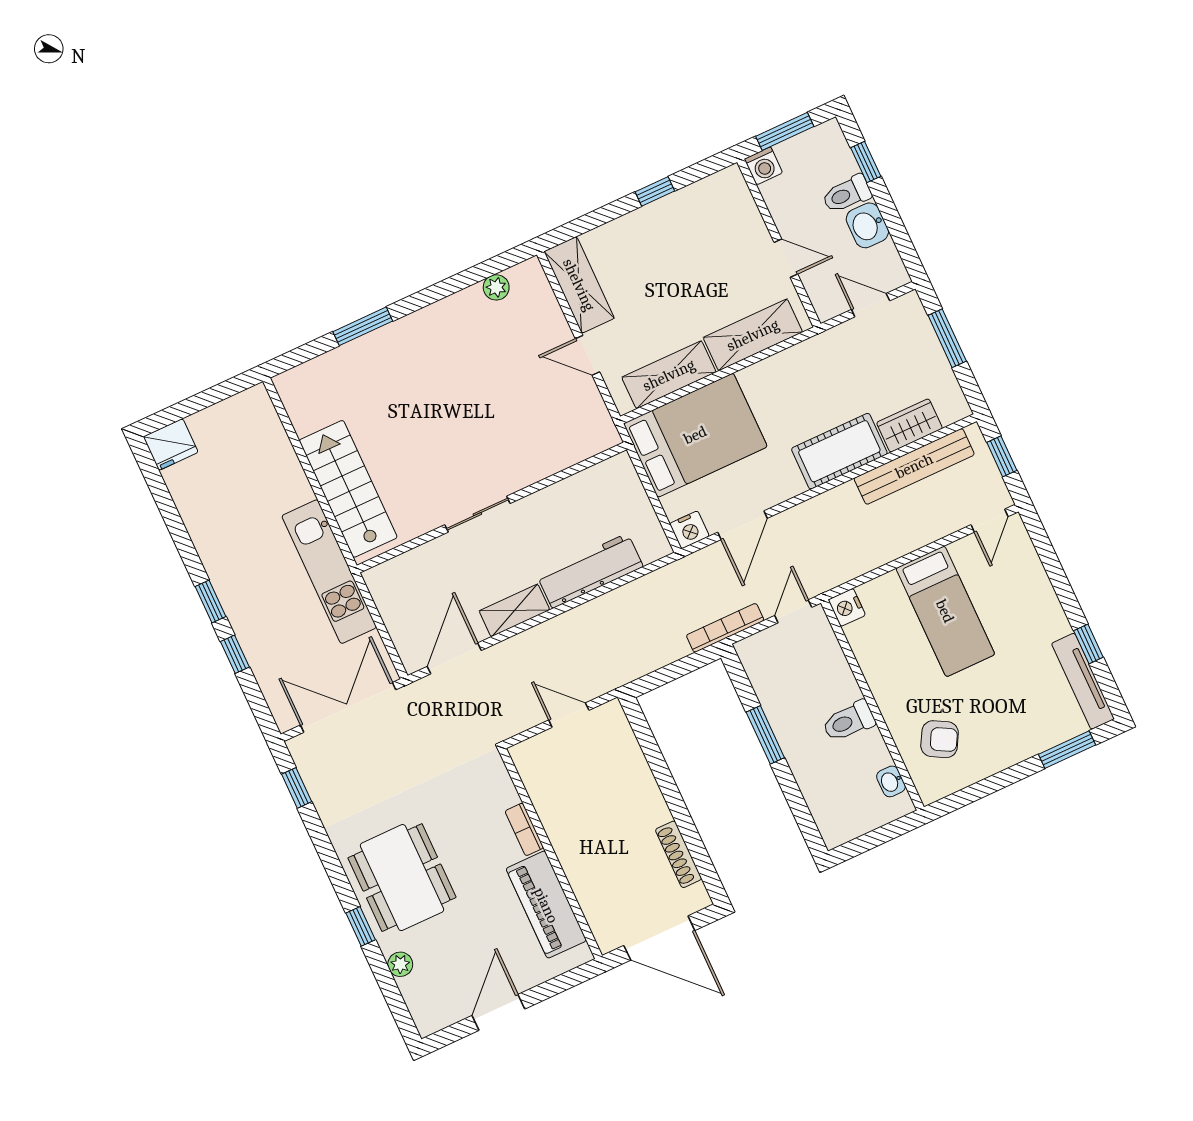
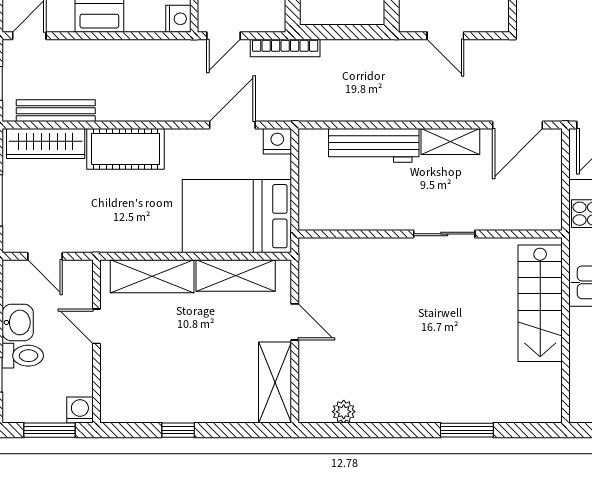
wardrobe: (909, 425) -> (46, 143), width x1.50
bench: (914, 466) -> (56, 111), width x0.73, depth x0.82

